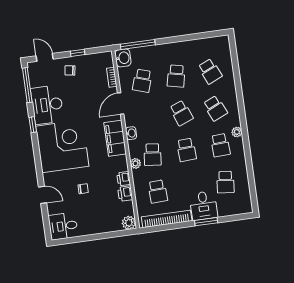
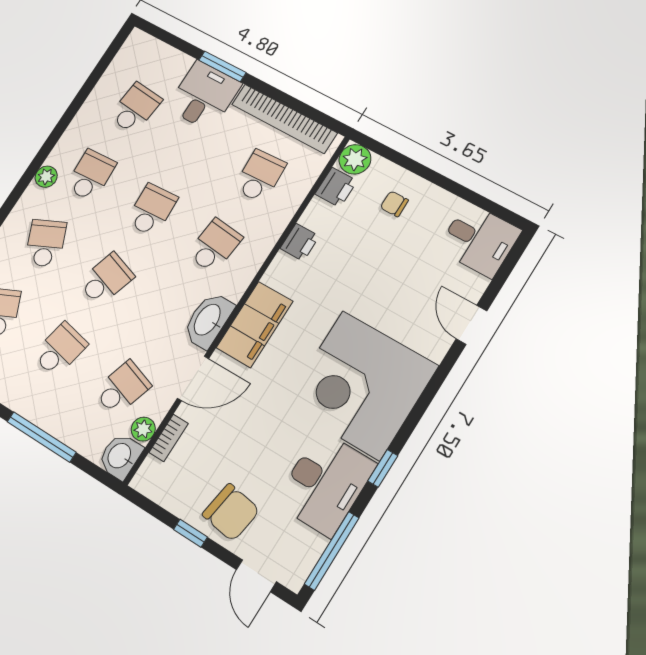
window: (138, 44) -> (41, 437), moved
chair: (70, 70) -> (231, 512), width x1.87, depth x1.87
school desk: (181, 113) -> (106, 279), turned 39
washbasin: (131, 133) -> (208, 320), width x1.91, depth x1.45
plant: (135, 163) -> (143, 429), moved
chair: (83, 189) -> (394, 204), moved
printer: (125, 194) -> (336, 187), moved

